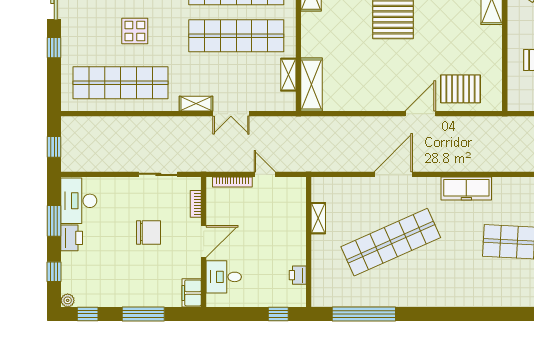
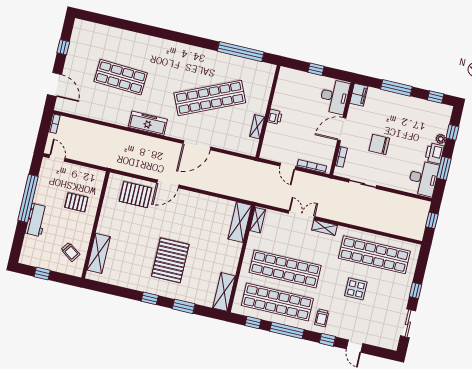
shelving: (288, 75) -> (258, 220), moved
printer: (298, 275) -> (275, 117), moved
desk: (224, 277) -> (334, 97), width x1.37
plant: (68, 300) -> (441, 139), moved
window: (278, 314) -> (316, 69), moved

